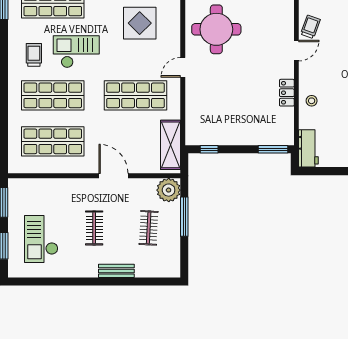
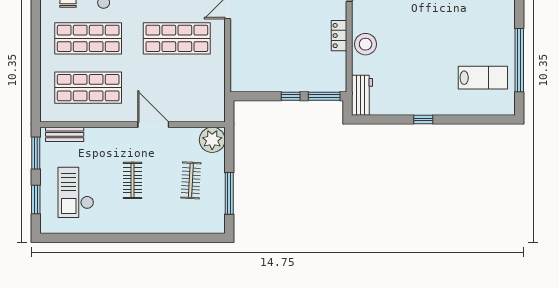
stool: (312, 101) -> (366, 44), width x1.89, depth x1.89
shelving: (171, 145) -> (214, 92), removed
window: (209, 149) -> (291, 96), moved
window: (184, 217) -> (229, 193), moved
bench: (116, 271) -> (65, 134), moved

